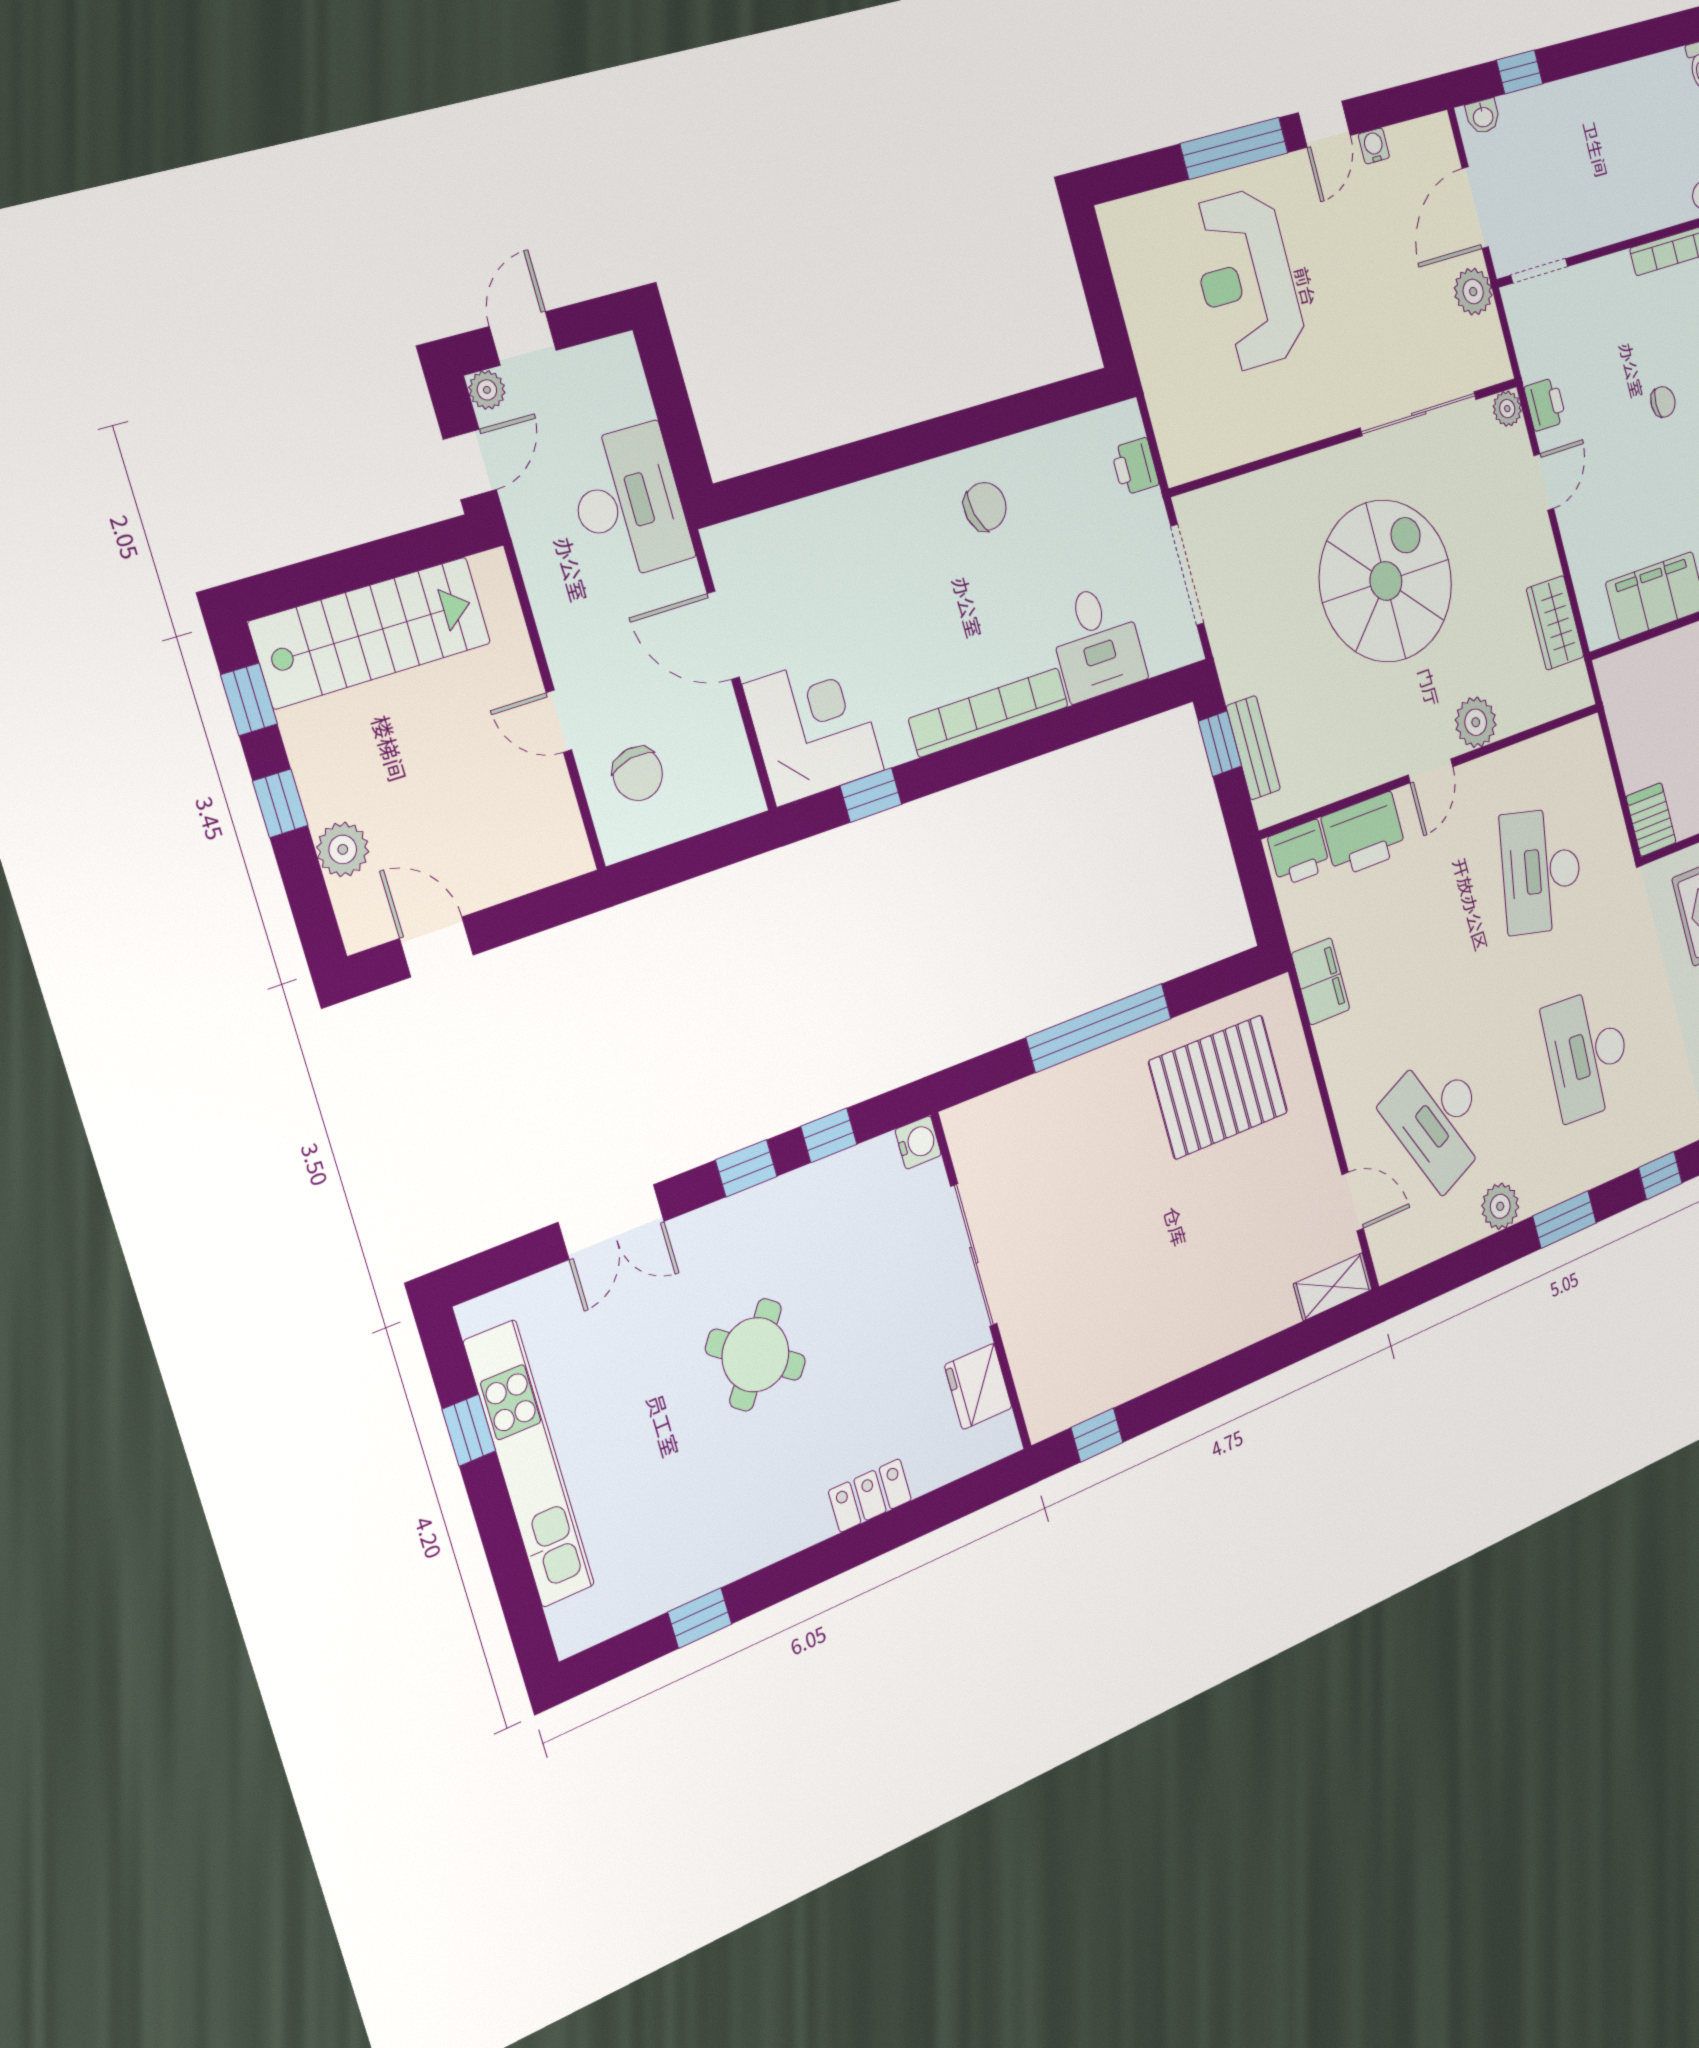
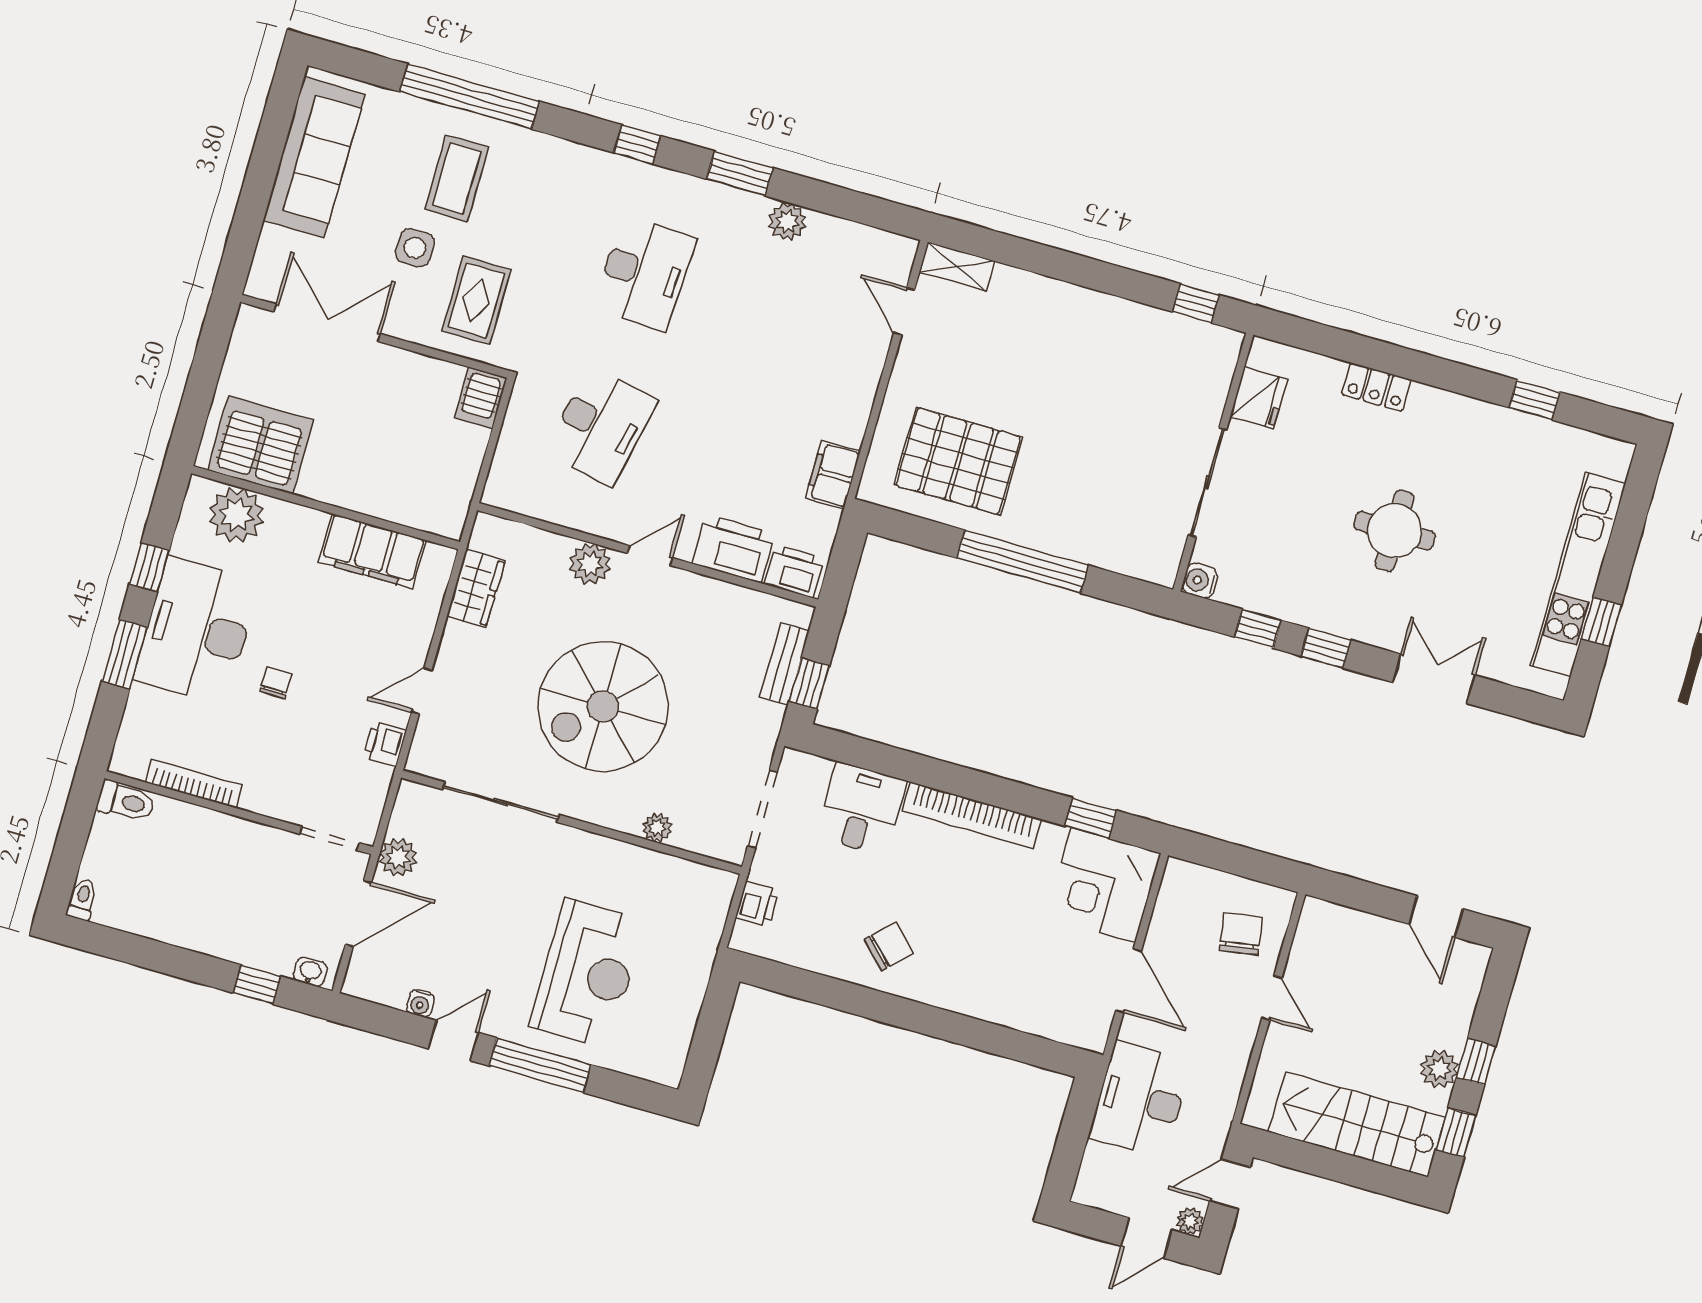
chair: (1663, 402) -> (276, 683), turned 90
plant: (1507, 409) -> (657, 828), moved
chair: (985, 506) -> (889, 946), turned 151
plant: (343, 849) -> (1439, 1069), moved
desk: (1439, 1119) -> (799, 317), removed
round table: (755, 1355) -> (1394, 531), turned -36

